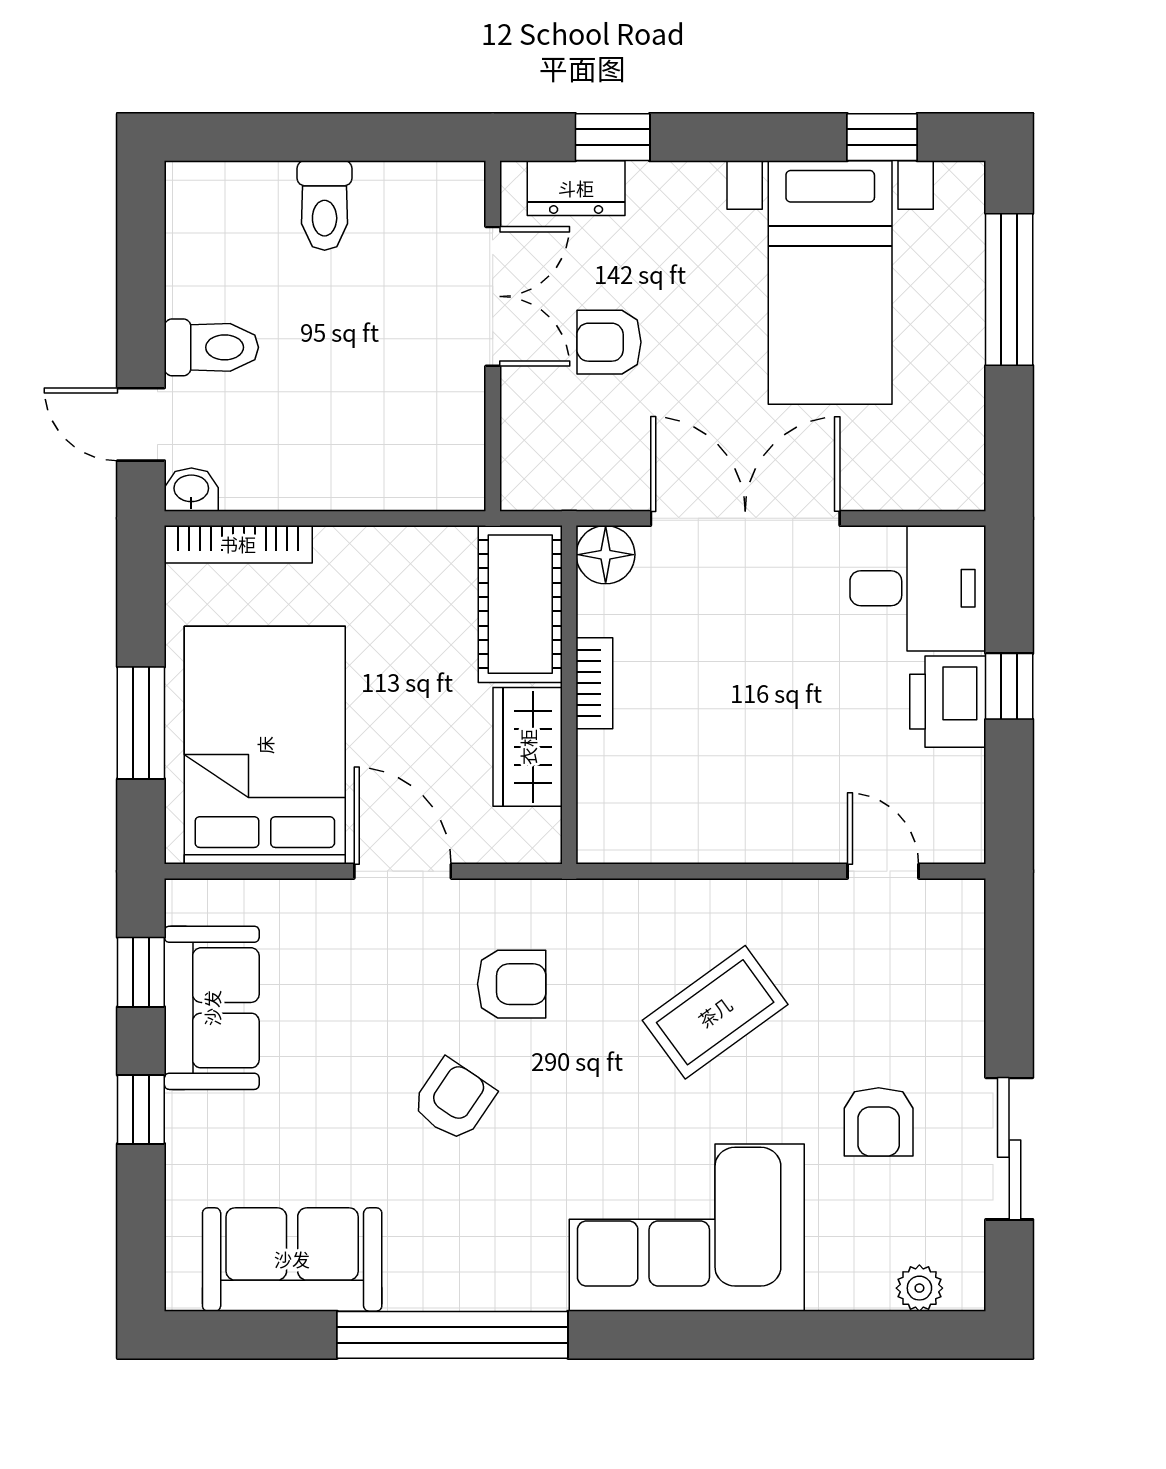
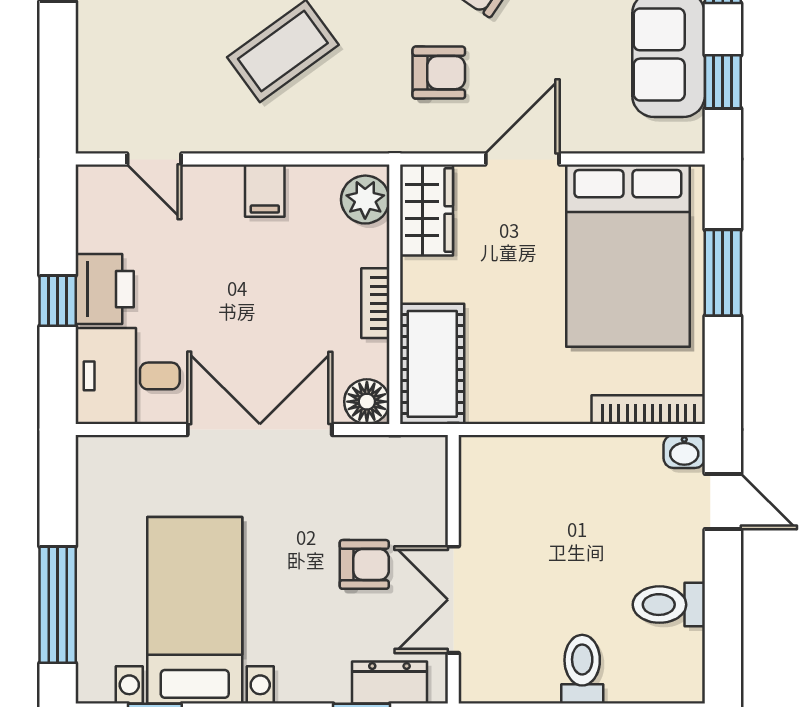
toilet: (211, 347) -> (669, 605), moved
double door: (745, 518) -> (260, 429), swing flipped
wardrobe: (528, 747) -> (427, 210), moved
plant: (608, 818) -> (365, 200), added
filing cabinet: (739, 830) -> (265, 191), added
door: (403, 871) -> (522, 159), swing flipped
armchair: (512, 984) -> (439, 73), turned 180

